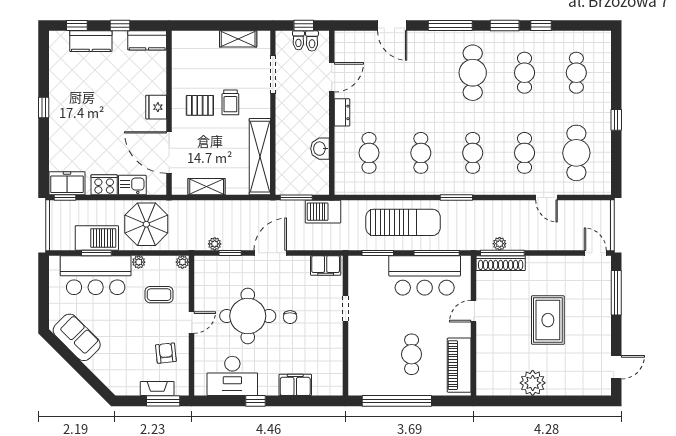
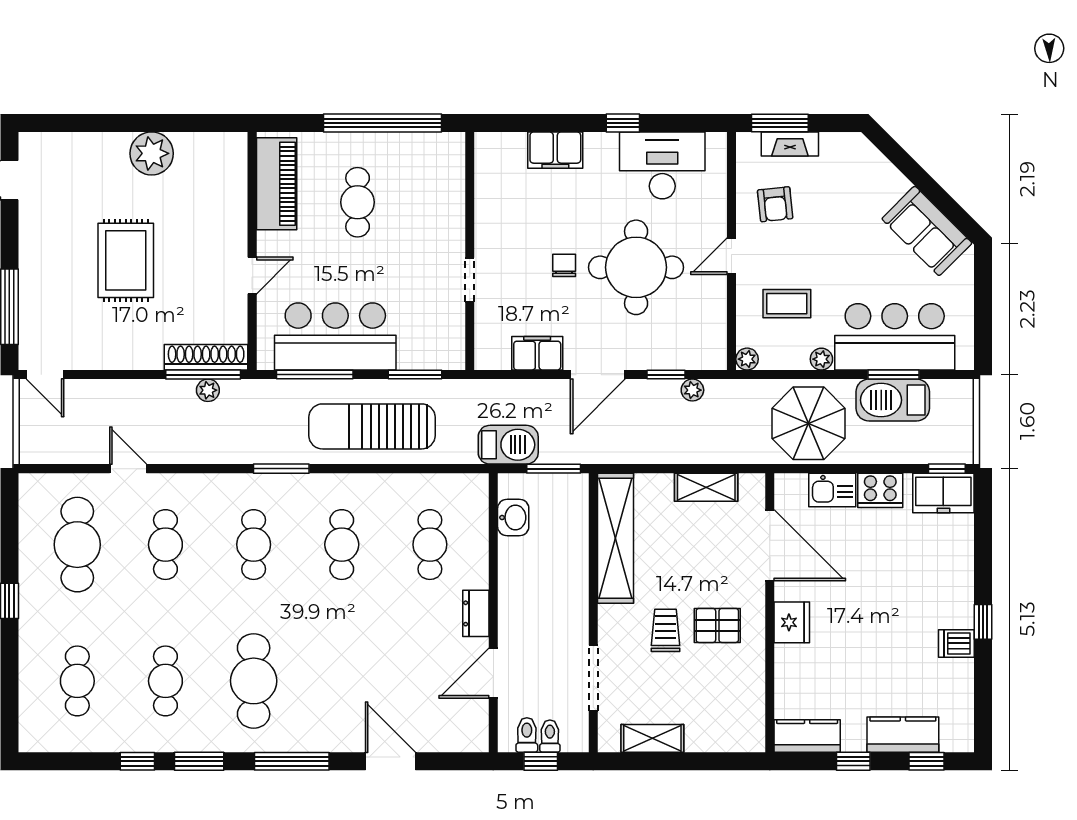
dishwasher: (59, 95) -> (956, 643), added
washbasin: (320, 149) -> (513, 518), moved
filing cabinet: (326, 265) -> (537, 353), moved

